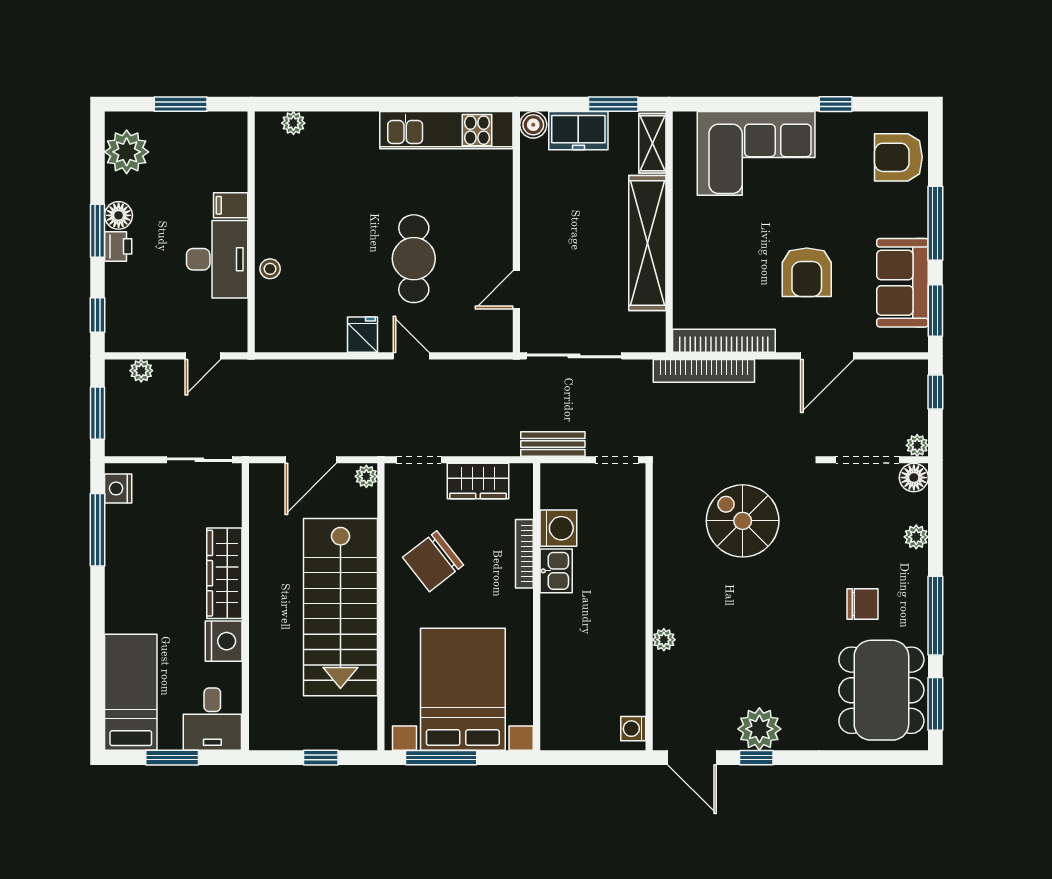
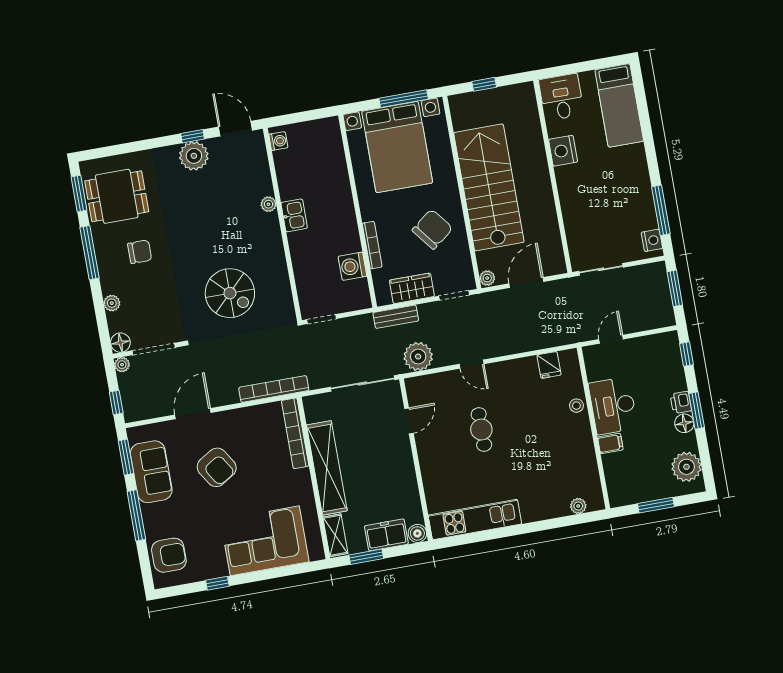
cafe table: (414, 259) -> (481, 430), width x0.73, depth x0.74
armchair: (807, 272) -> (217, 467), turned 148
fridge: (363, 335) -> (549, 365), moved
bookcase: (724, 341) -> (295, 433), moved, turned 90
plant: (141, 371) -> (418, 357), moved, width x1.88, depth x1.88
bench: (553, 444) -> (396, 317), moved
kitchen sink: (556, 571) -> (294, 215), moved, turned 180
wardrobe: (224, 573) -> (571, 196), removed
chair: (863, 604) -> (140, 252), turned 180
dining table: (881, 690) -> (117, 196), width x0.73
window: (172, 758) -> (584, 67), removed

